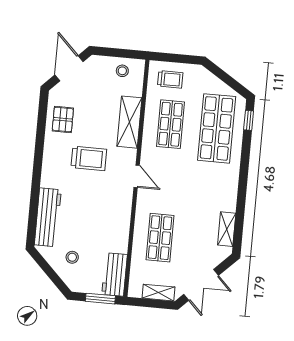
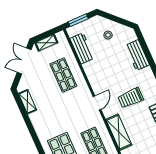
door: (137, 176) -> (97, 103), swing flipped
workbench: (48, 217) -> (137, 55), width x0.73
workbench: (115, 274) -> (82, 48), moved

